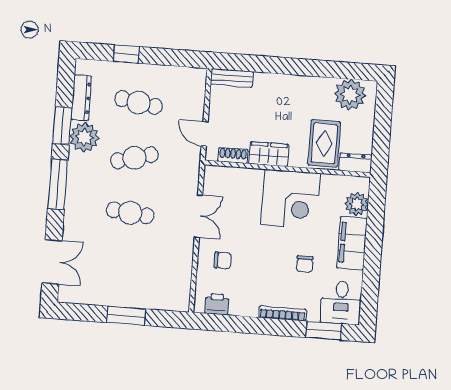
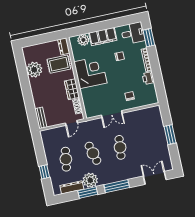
plant: (350, 95) -> (34, 70), moved
double door: (198, 216) -> (112, 114), swing flipped
printer: (217, 304) -> (148, 78), moved

